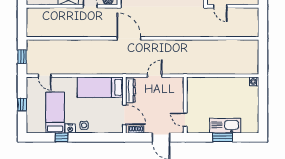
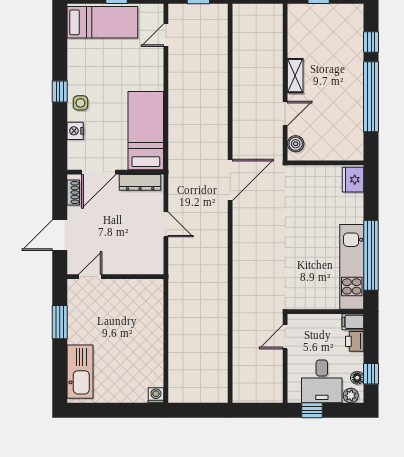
bed: (55, 113) -> (102, 22), moved
kitchen sink: (225, 126) -> (80, 372), moved
nightstand: (70, 128) -> (75, 131), moved
window: (62, 137) -> (60, 91), moved
window: (223, 137) -> (60, 322), moved

